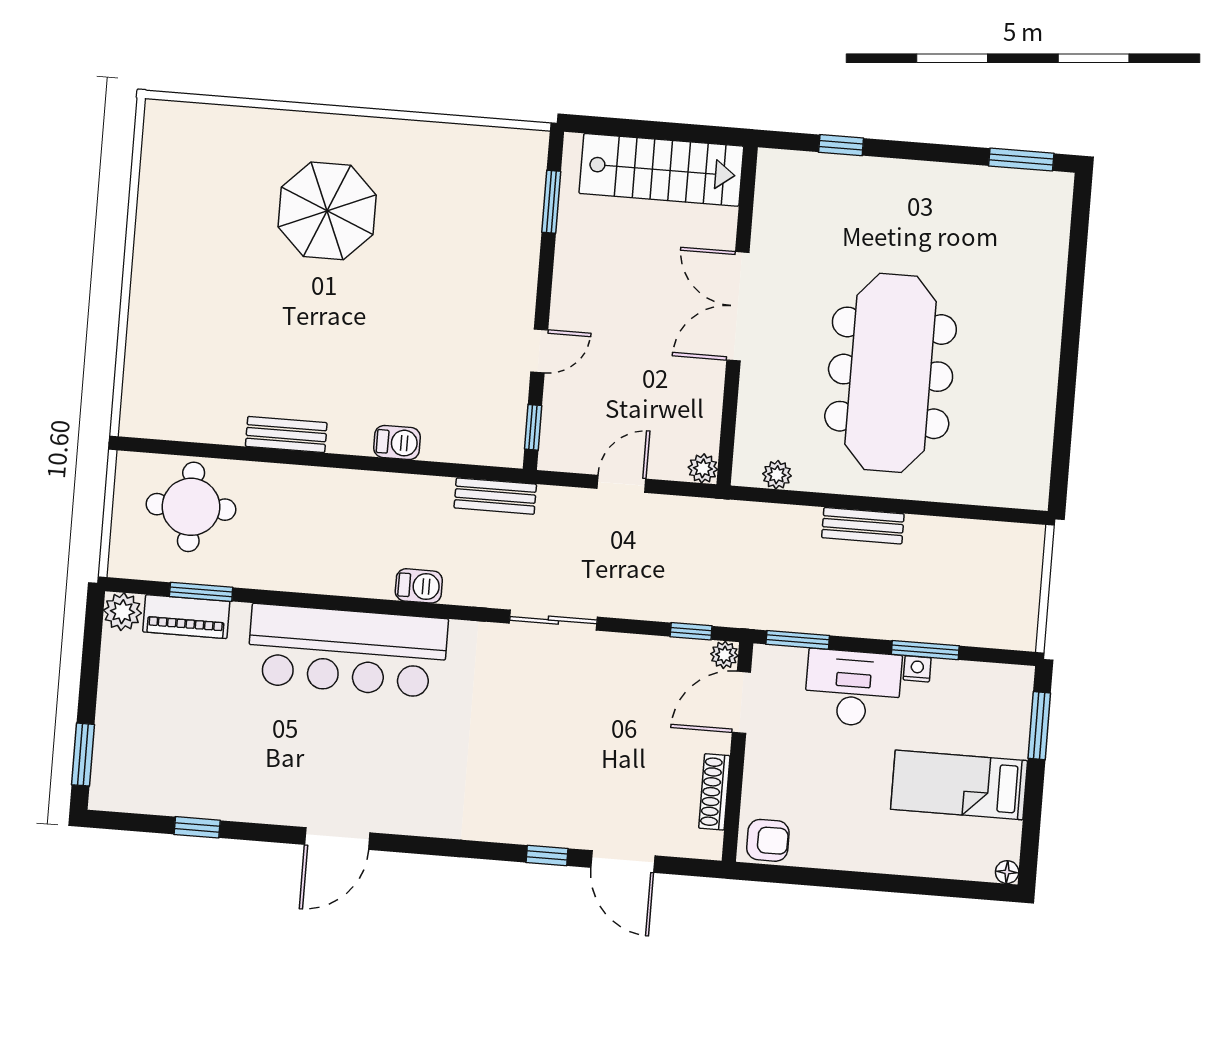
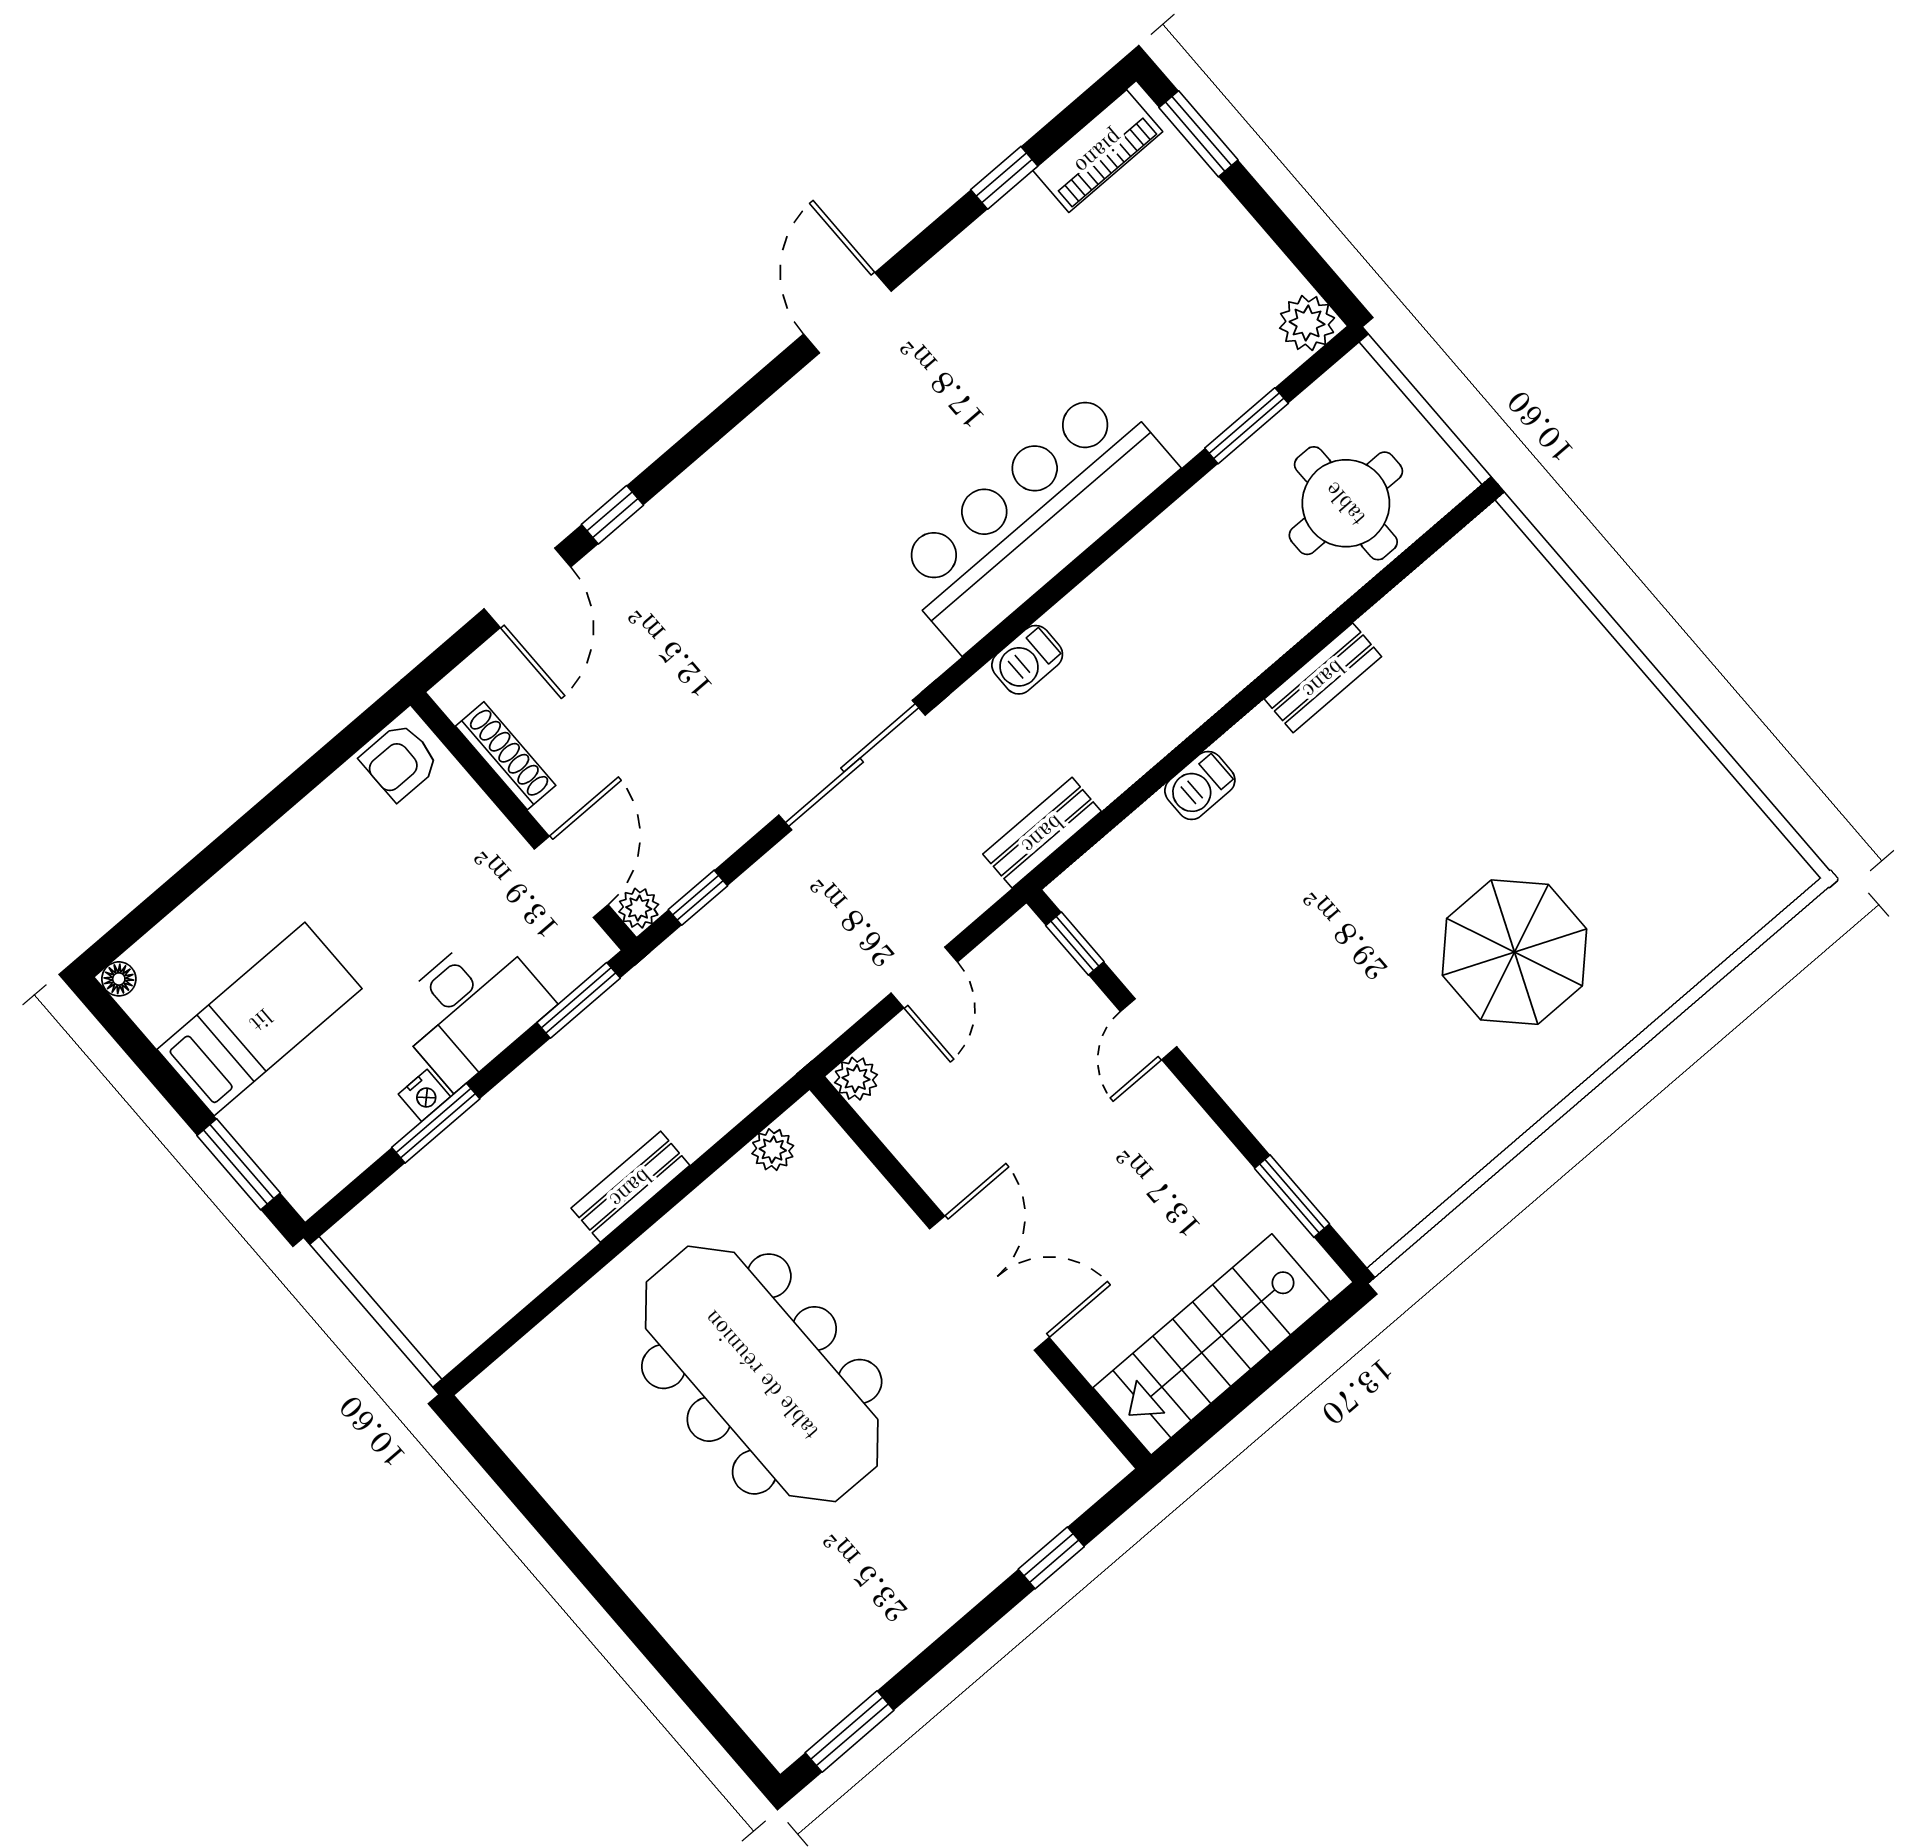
piano: (186, 617) -> (1098, 151), moved, turned 180
sliding door: (553, 620) -> (852, 765), width x1.37
door: (623, 862) -> (527, 588), swing flipped

